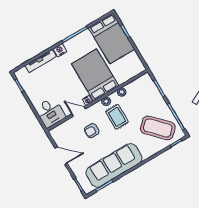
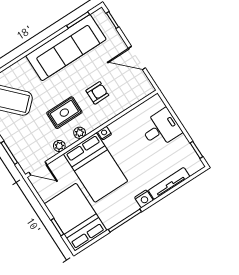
door: (79, 111) -> (38, 168), moved
desk: (50, 112) -> (161, 128), moved, turned 90
rug: (117, 117) -> (64, 113), turned 90

